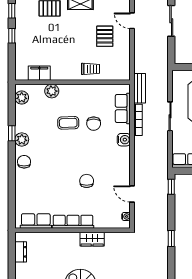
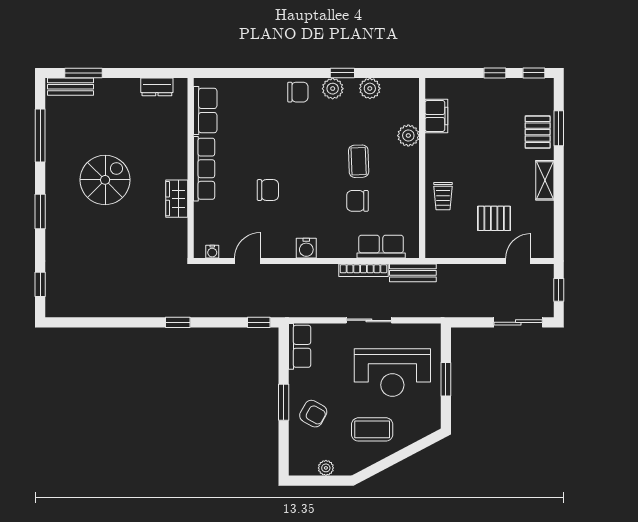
plant: (22, 98) -> (370, 88), moved
water cooler: (124, 140) -> (306, 248), moved

